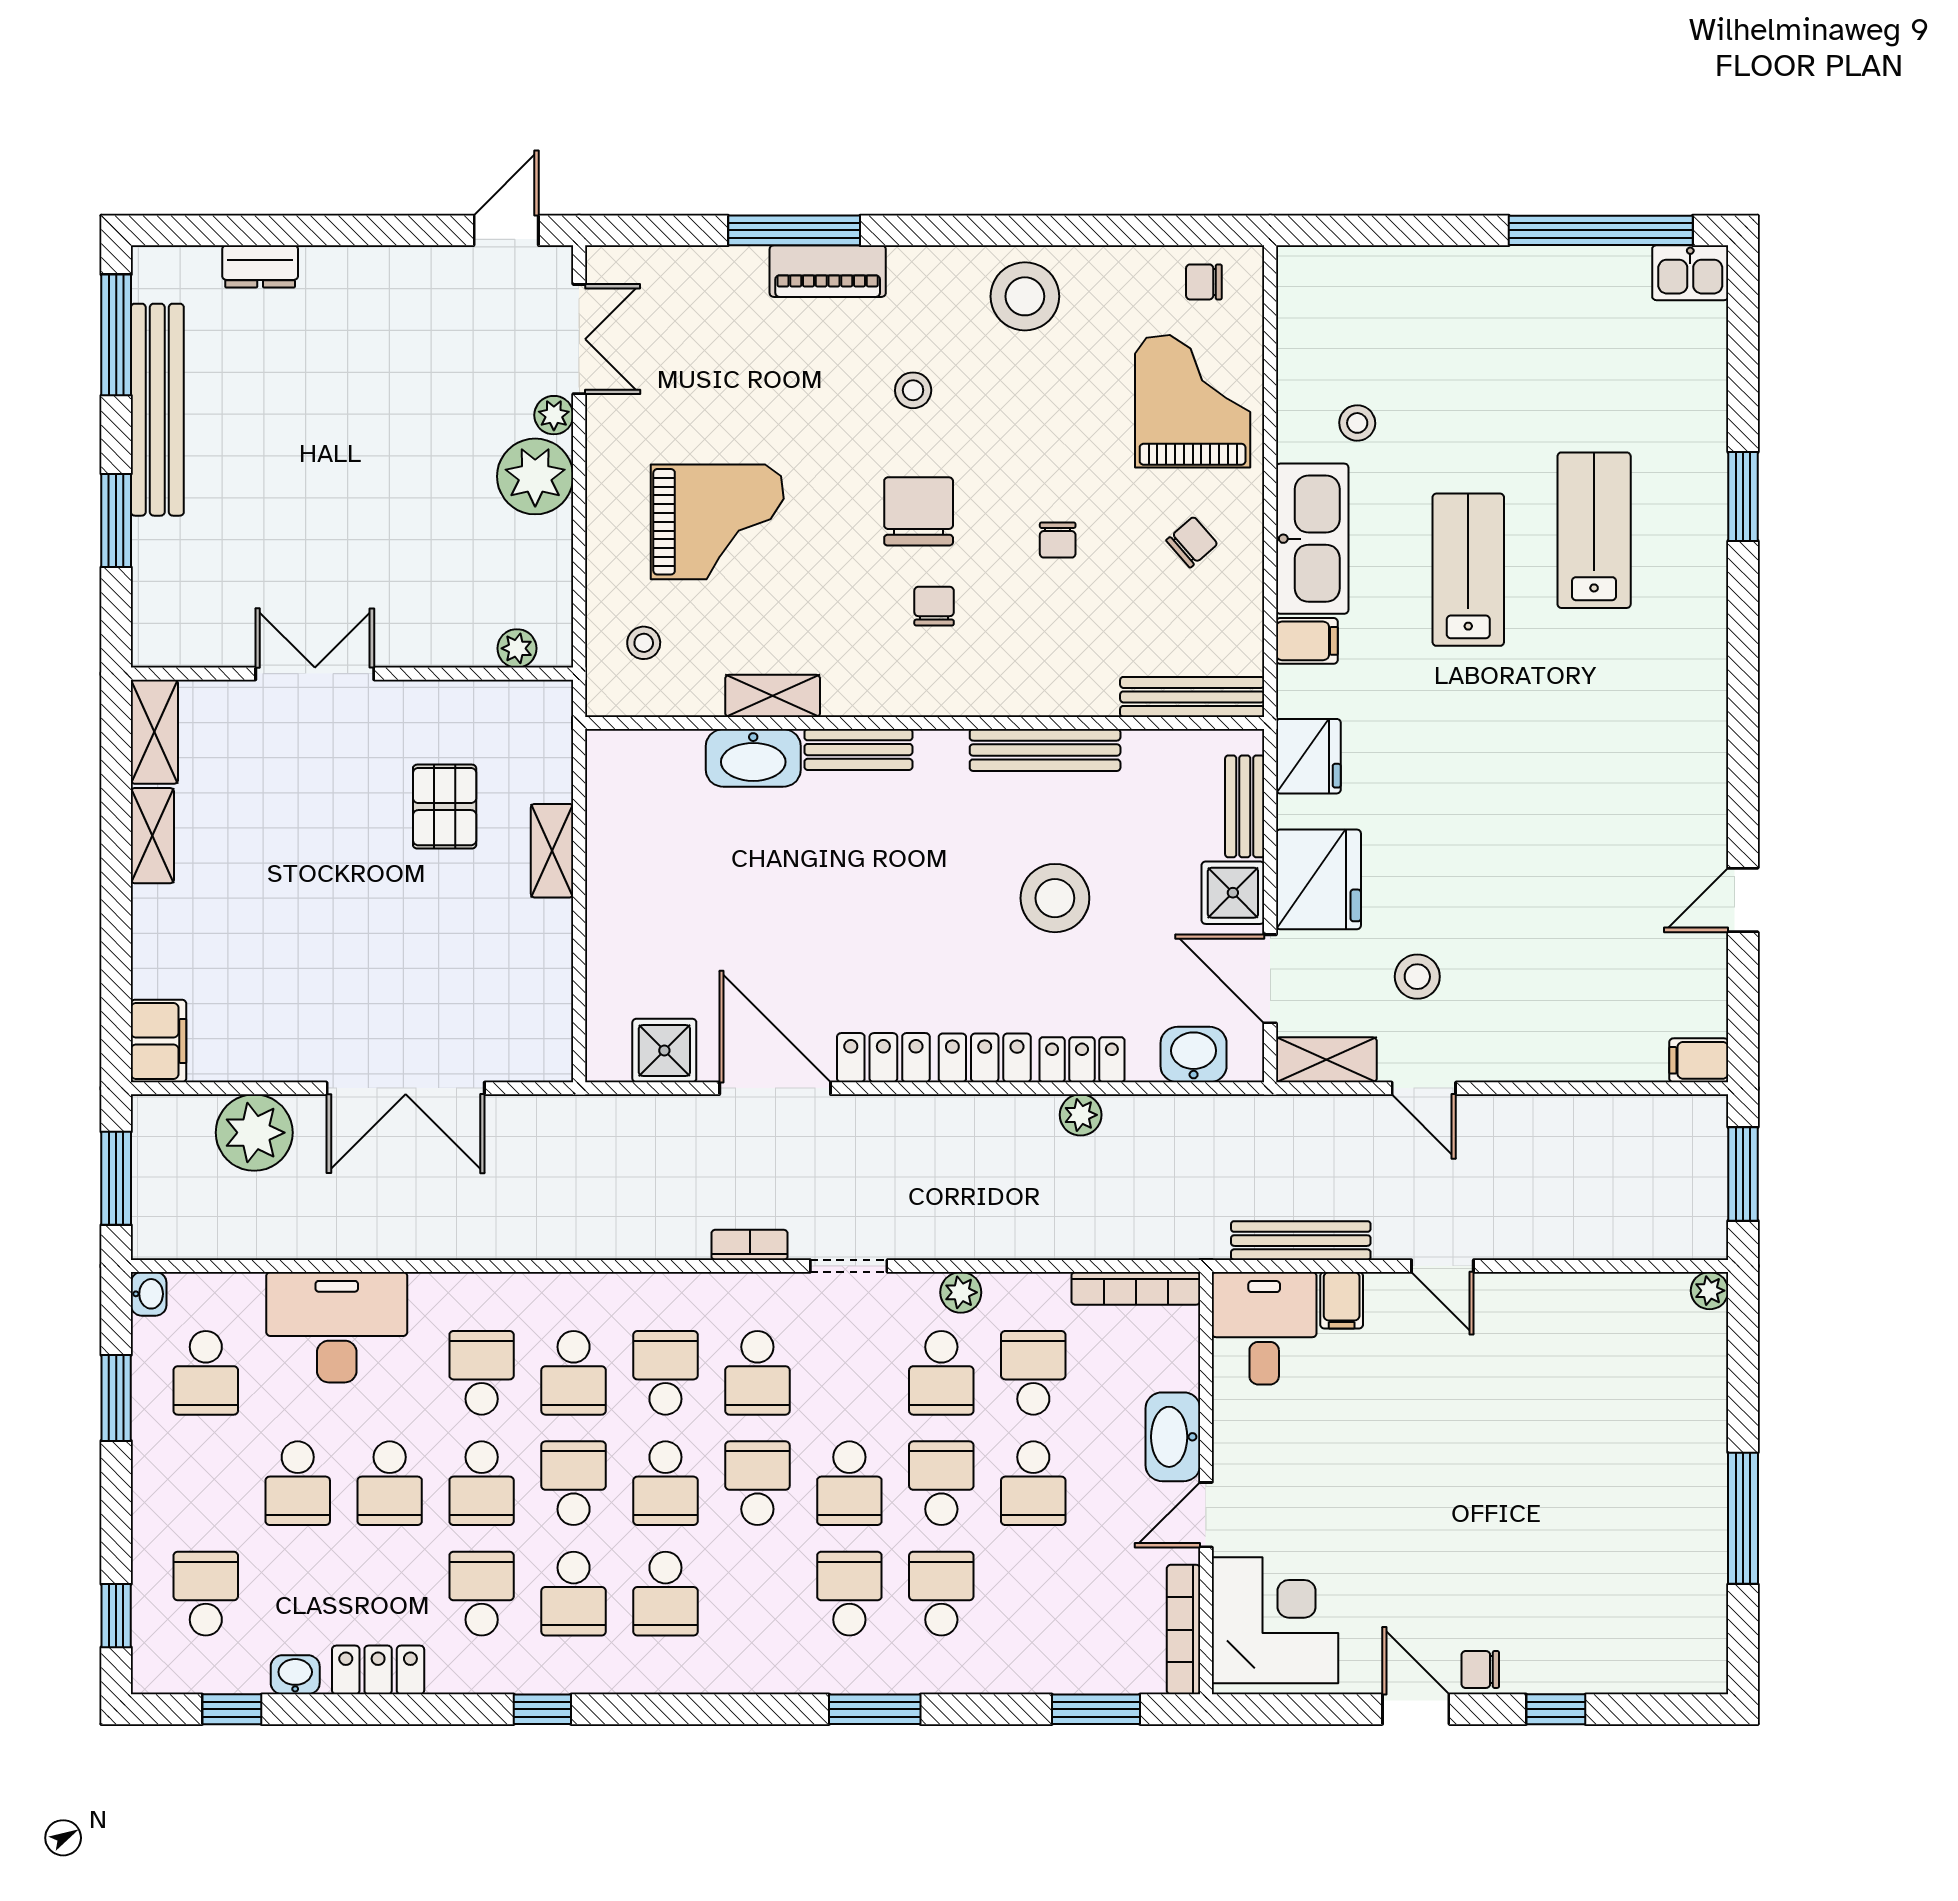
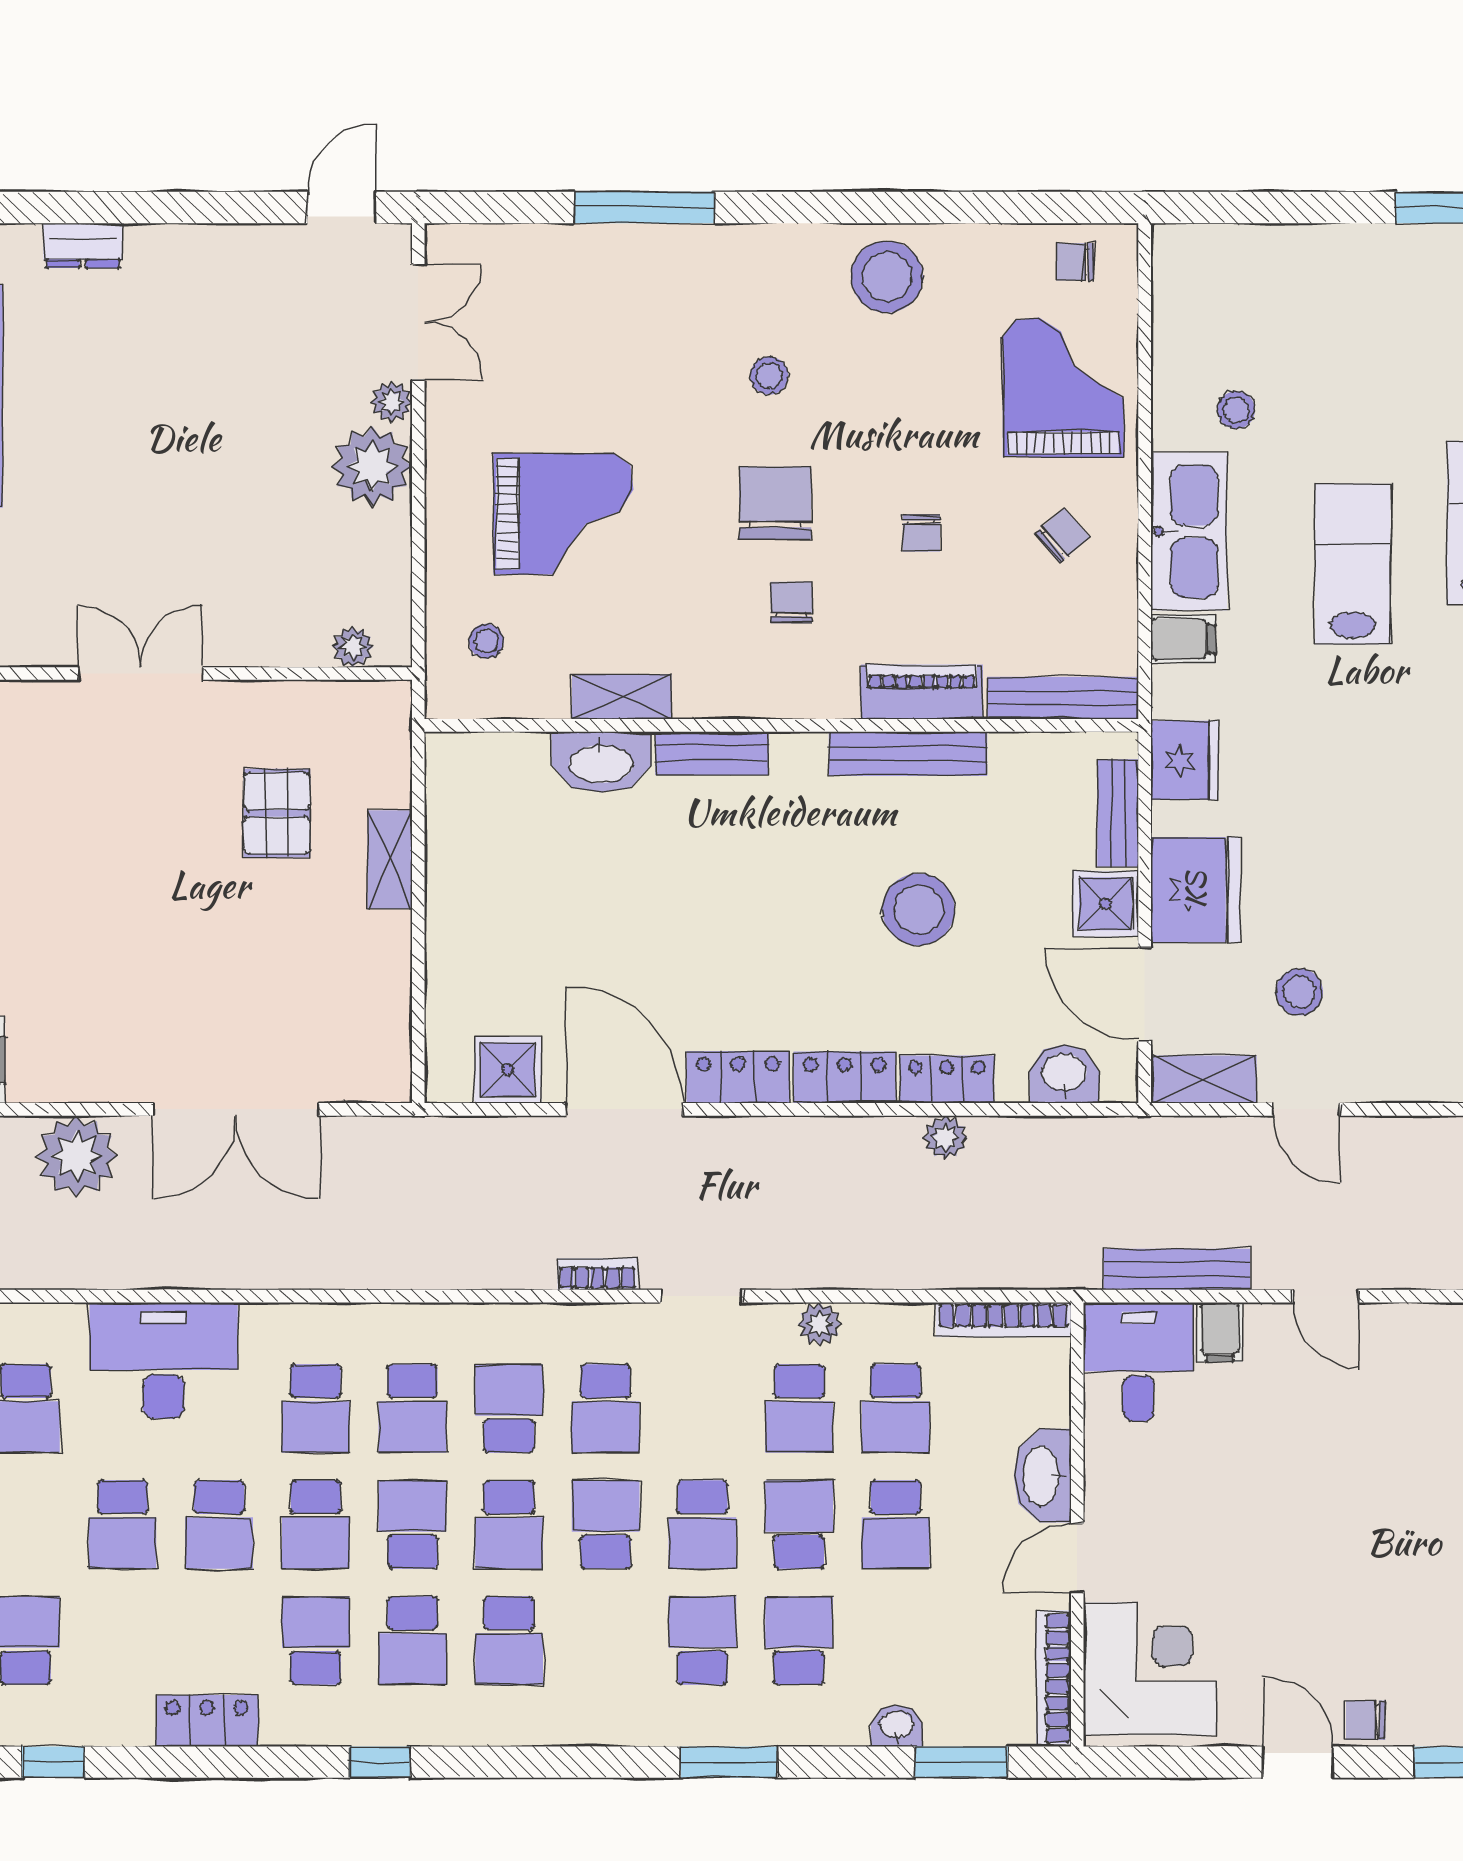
piano: (828, 271) -> (922, 692), moved, turned 180
school desk: (482, 1373) -> (316, 1408), turned 180
school desk: (1033, 1373) -> (896, 1408), turned 180
washbasin: (295, 1675) -> (897, 1726), moved

